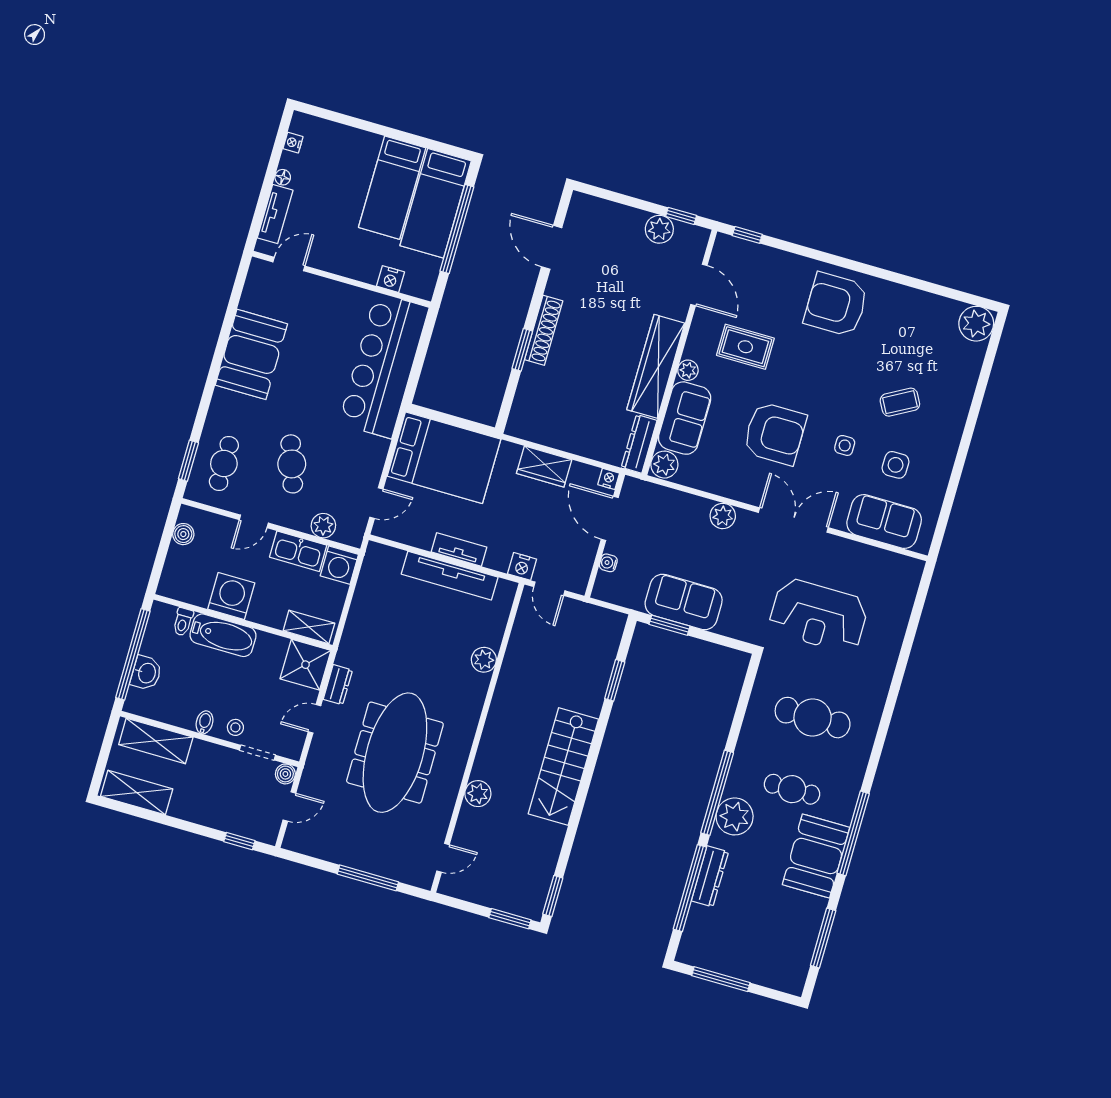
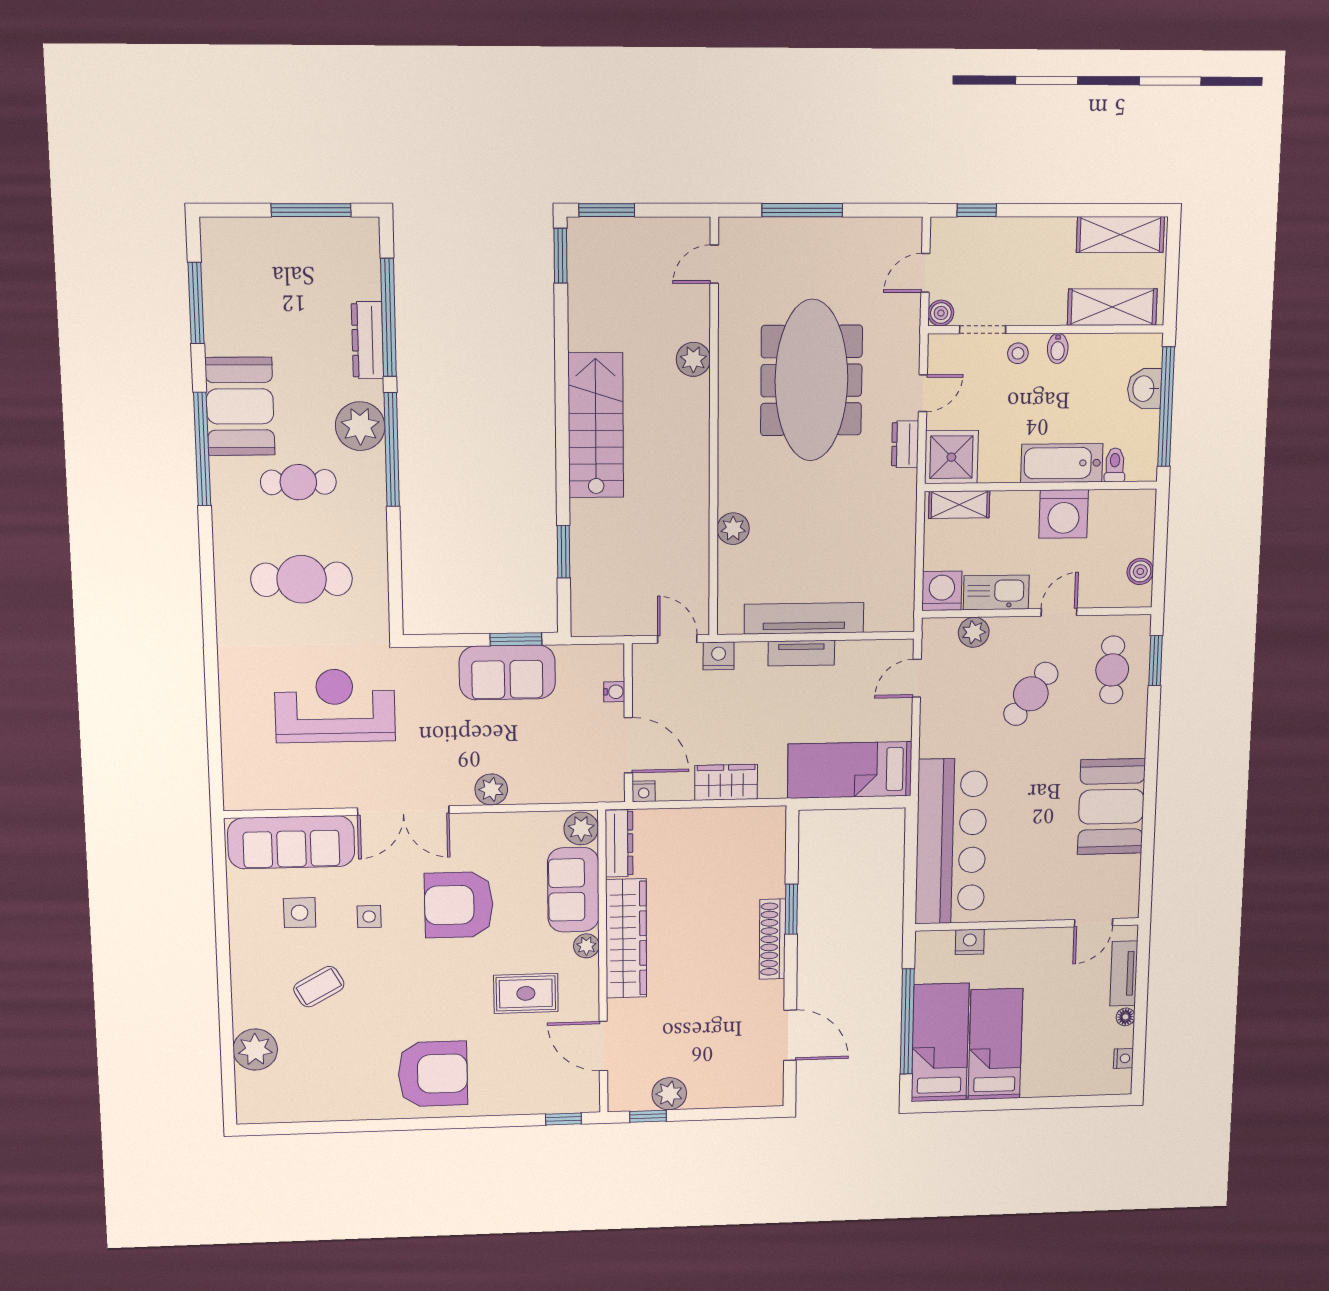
plant: (976, 324) -> (255, 1050), moved
bed: (444, 458) -> (850, 770), width x0.67
cafe table: (292, 464) -> (1031, 694), turned 55
sofa: (884, 522) -> (291, 842), width x1.36

